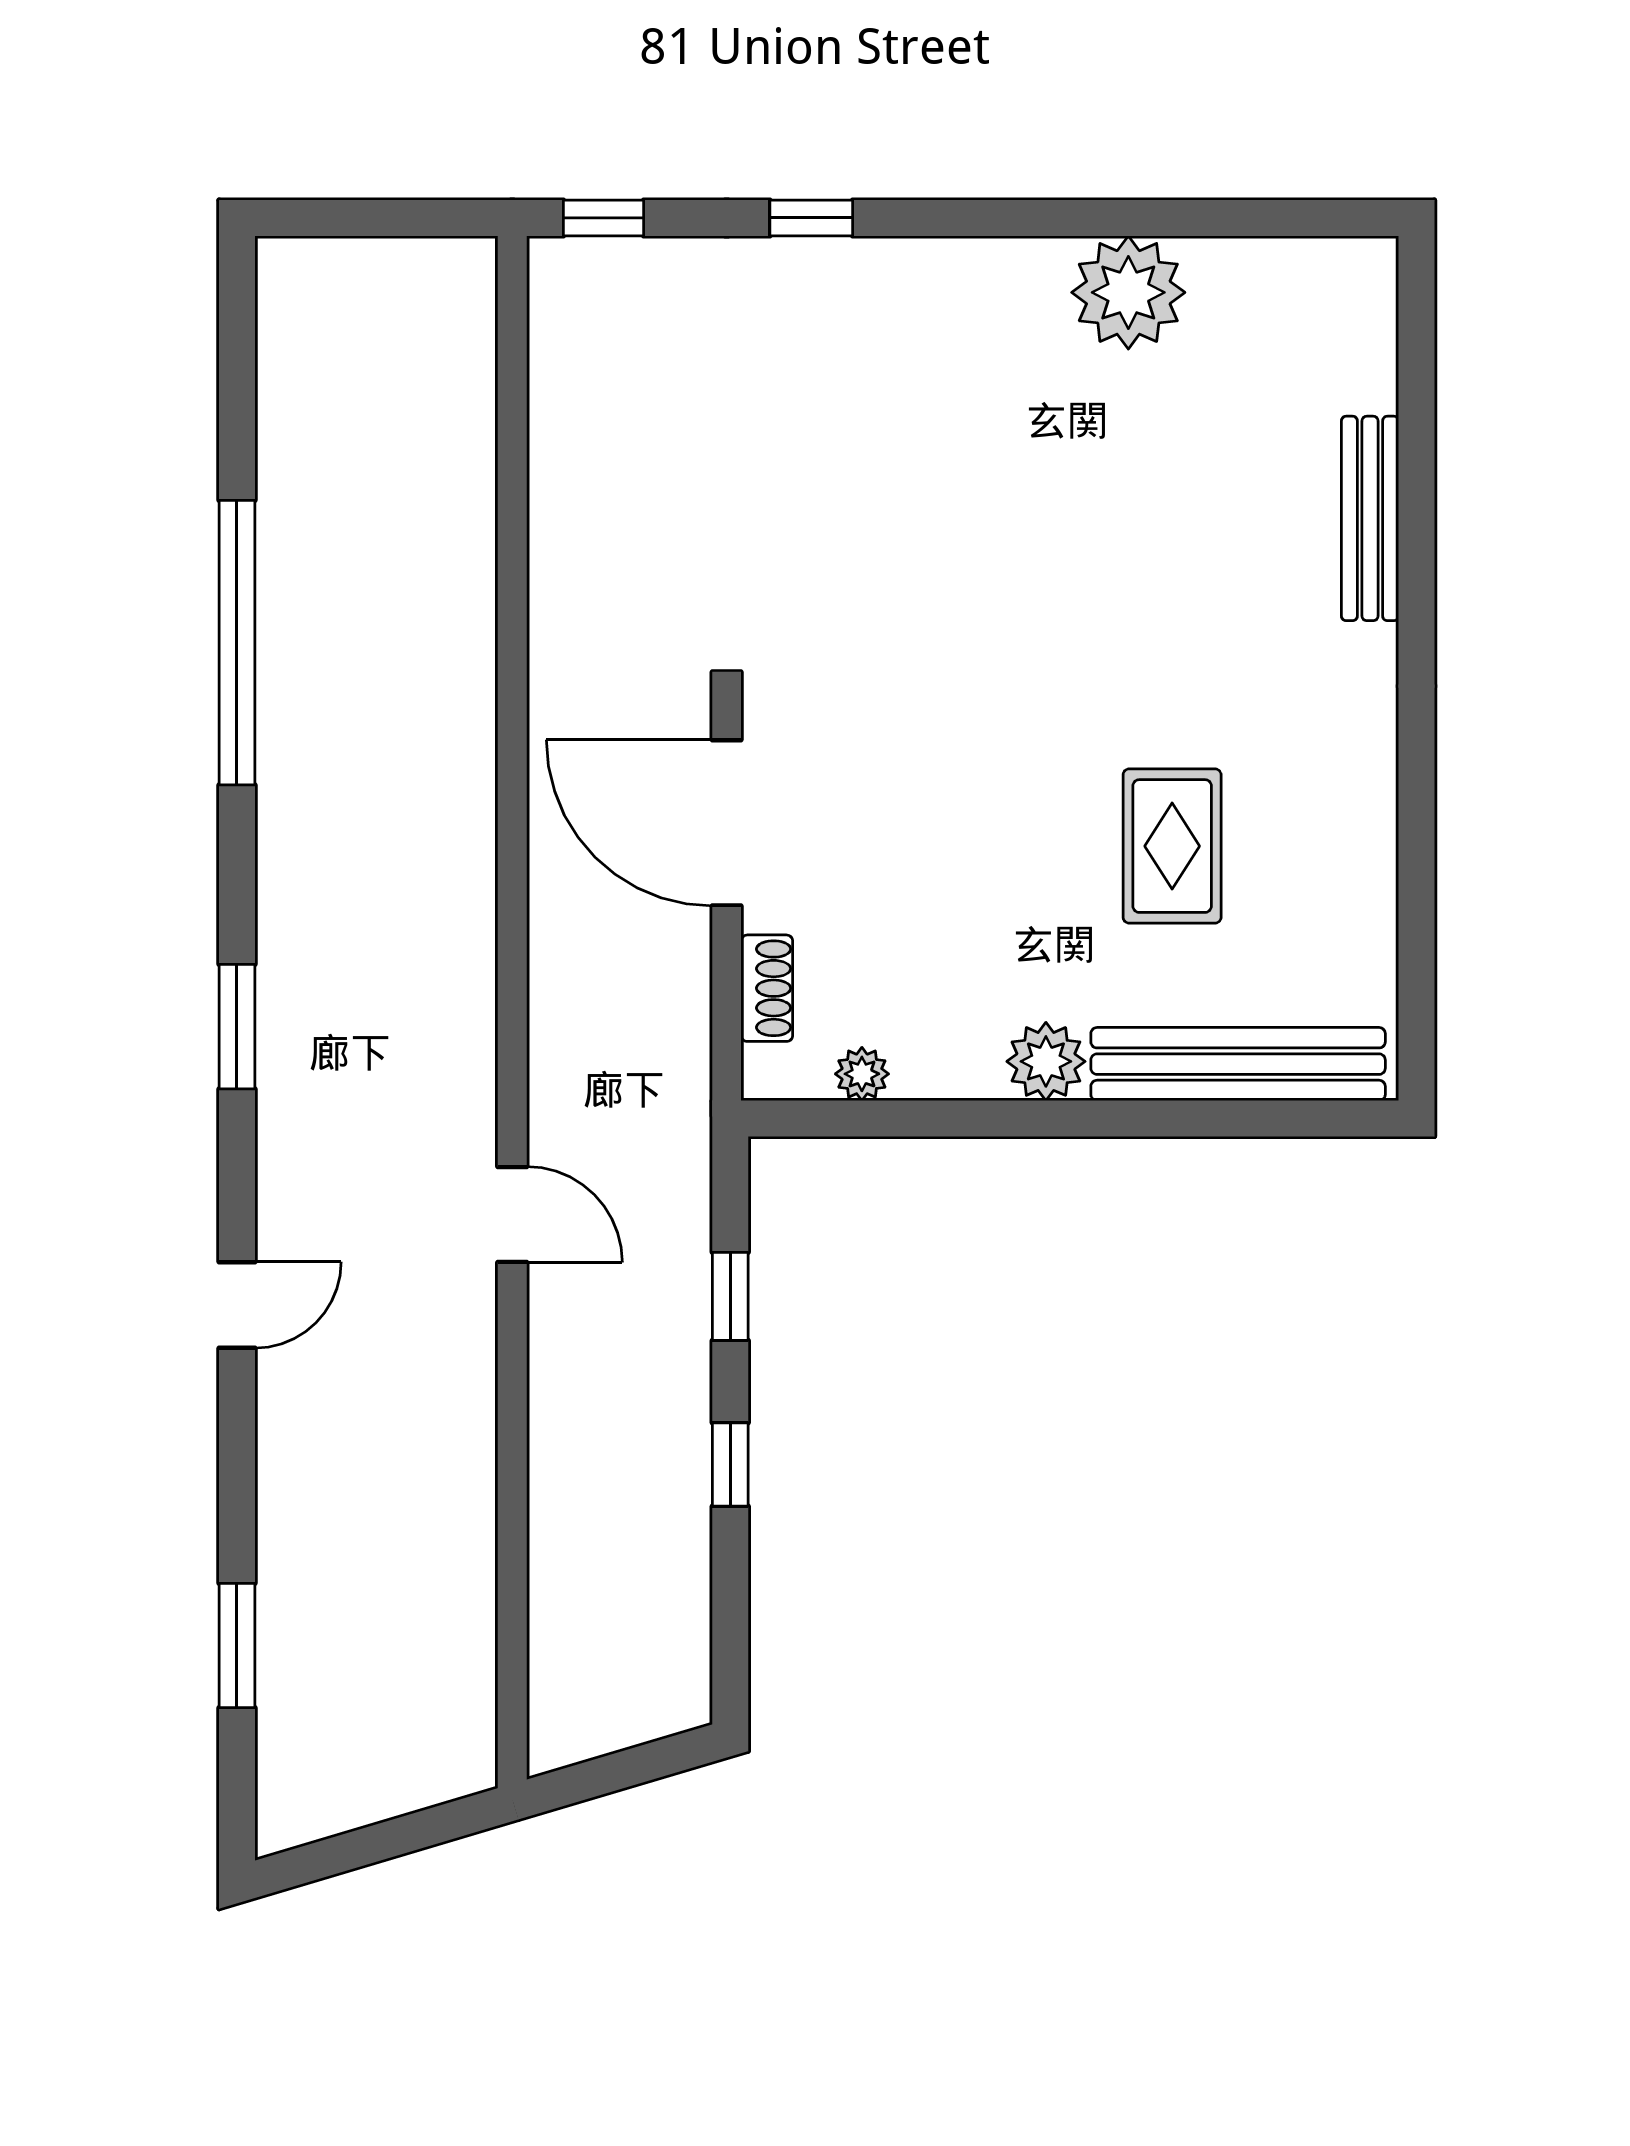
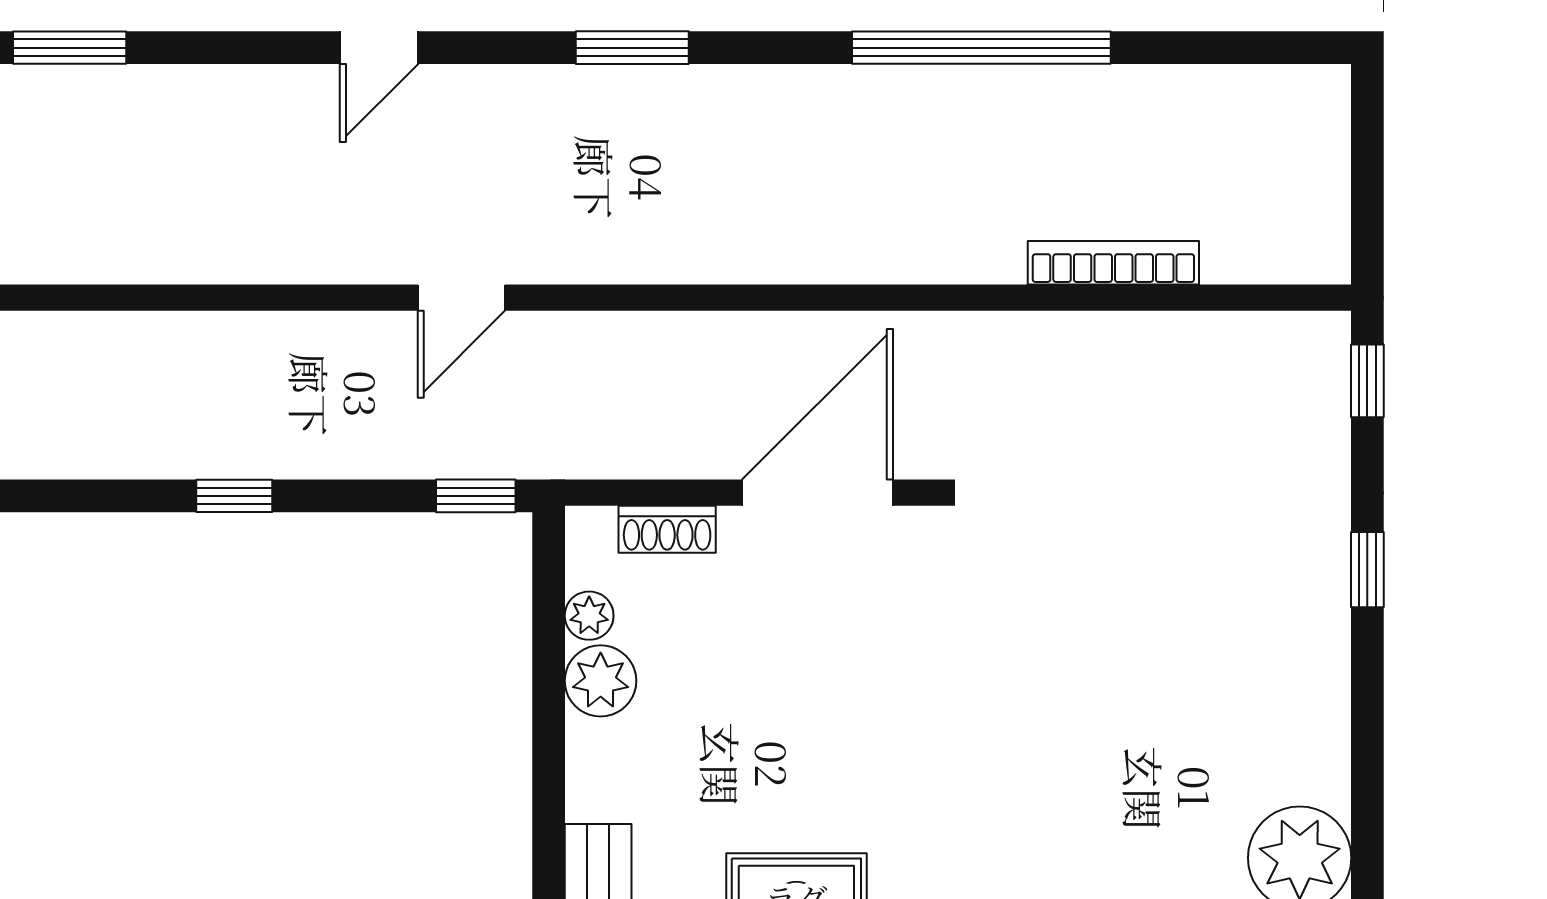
bookcase: (474, 497) -> (1113, 263), added
plant: (1046, 1061) -> (601, 681), moved
window: (730, 1296) -> (476, 496), moved
door: (237, 1305) -> (379, 48), hinge flipped

